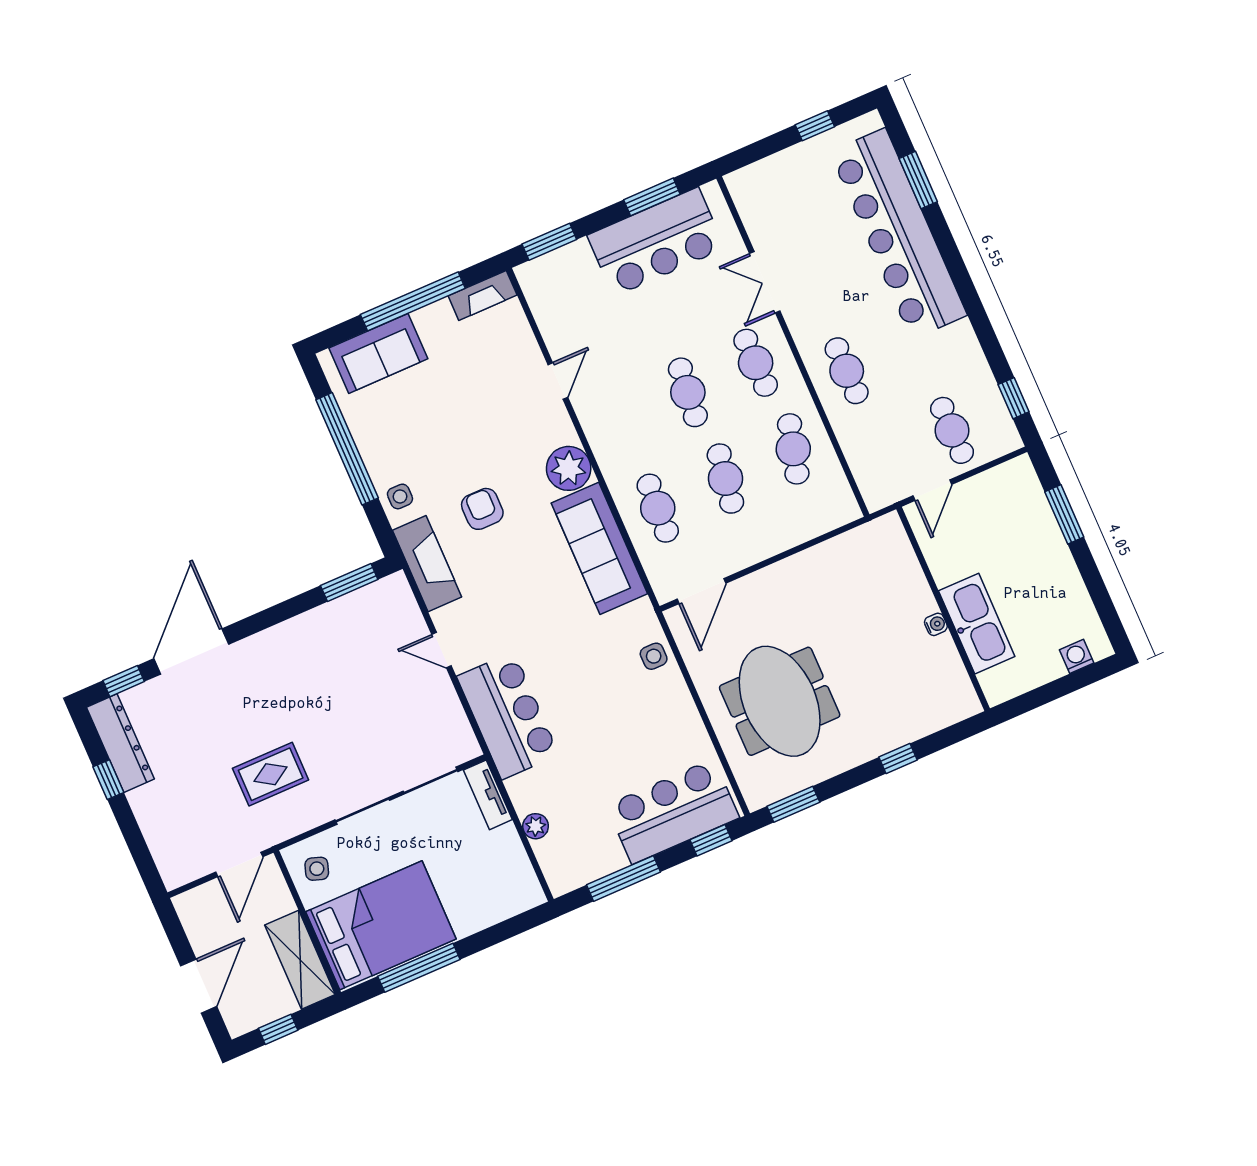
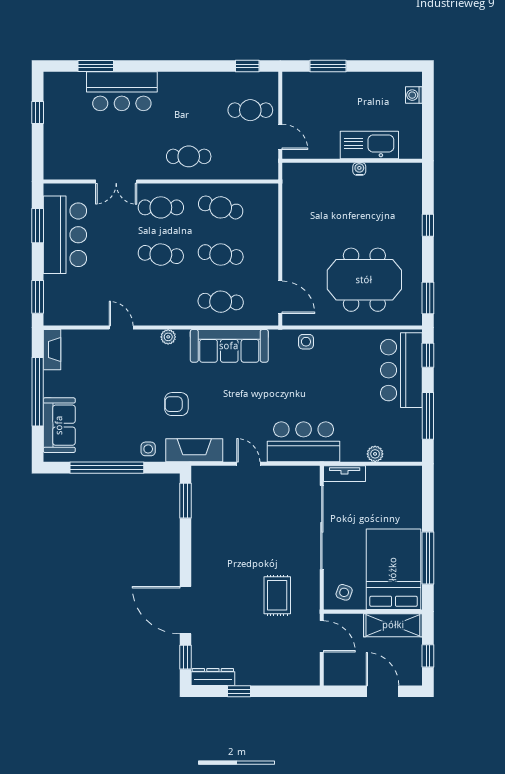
bar counter: (898, 234) -> (122, 91), width x0.54
plant: (569, 468) -> (168, 337), width x0.53, depth x0.53
door: (442, 650) -> (248, 464), swing flipped
dresser: (120, 743) -> (213, 677), width x0.73, depth x0.80

